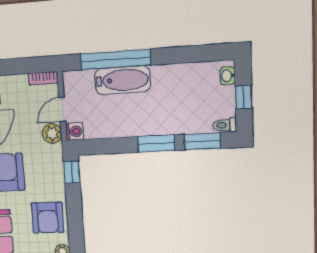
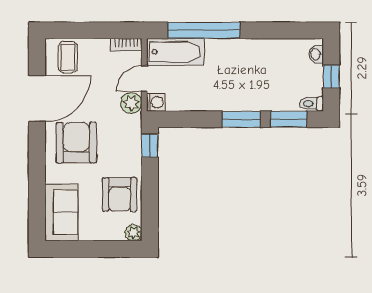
bathtub: (123, 80) -> (175, 52), moved

